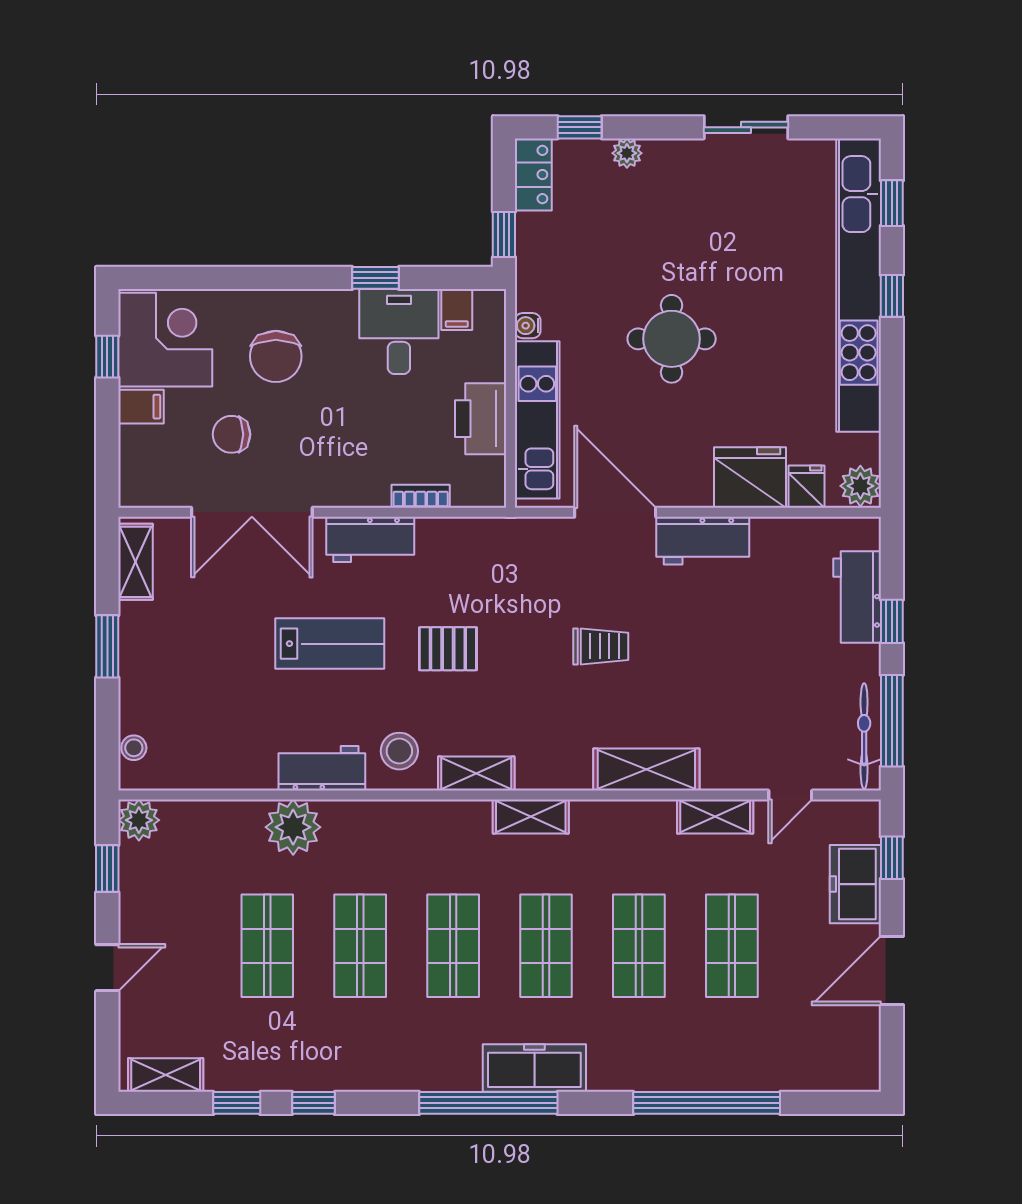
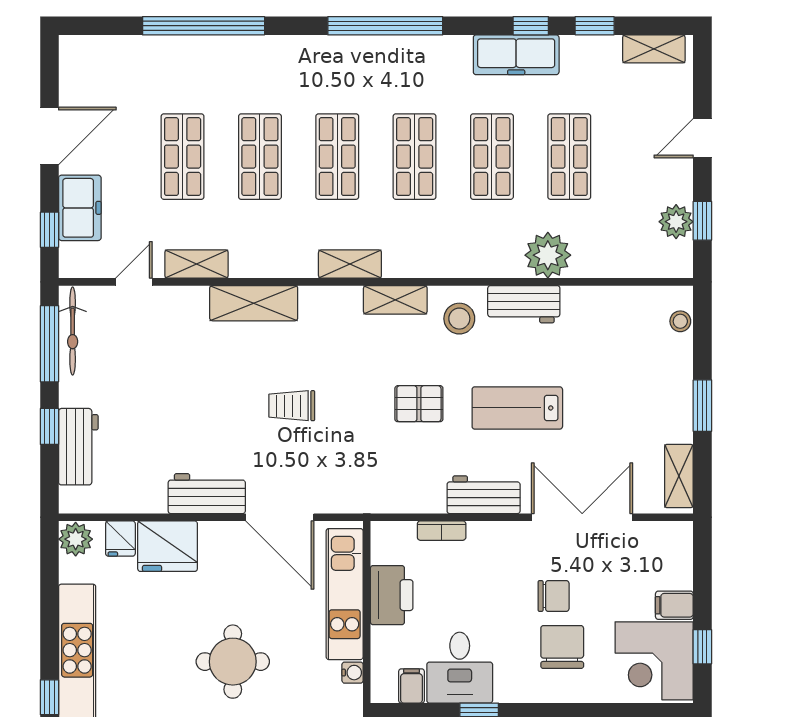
chair: (231, 434) -> (554, 596), moved
plant: (139, 820) -> (676, 222), moved
freezer: (534, 1068) -> (516, 55), moved

